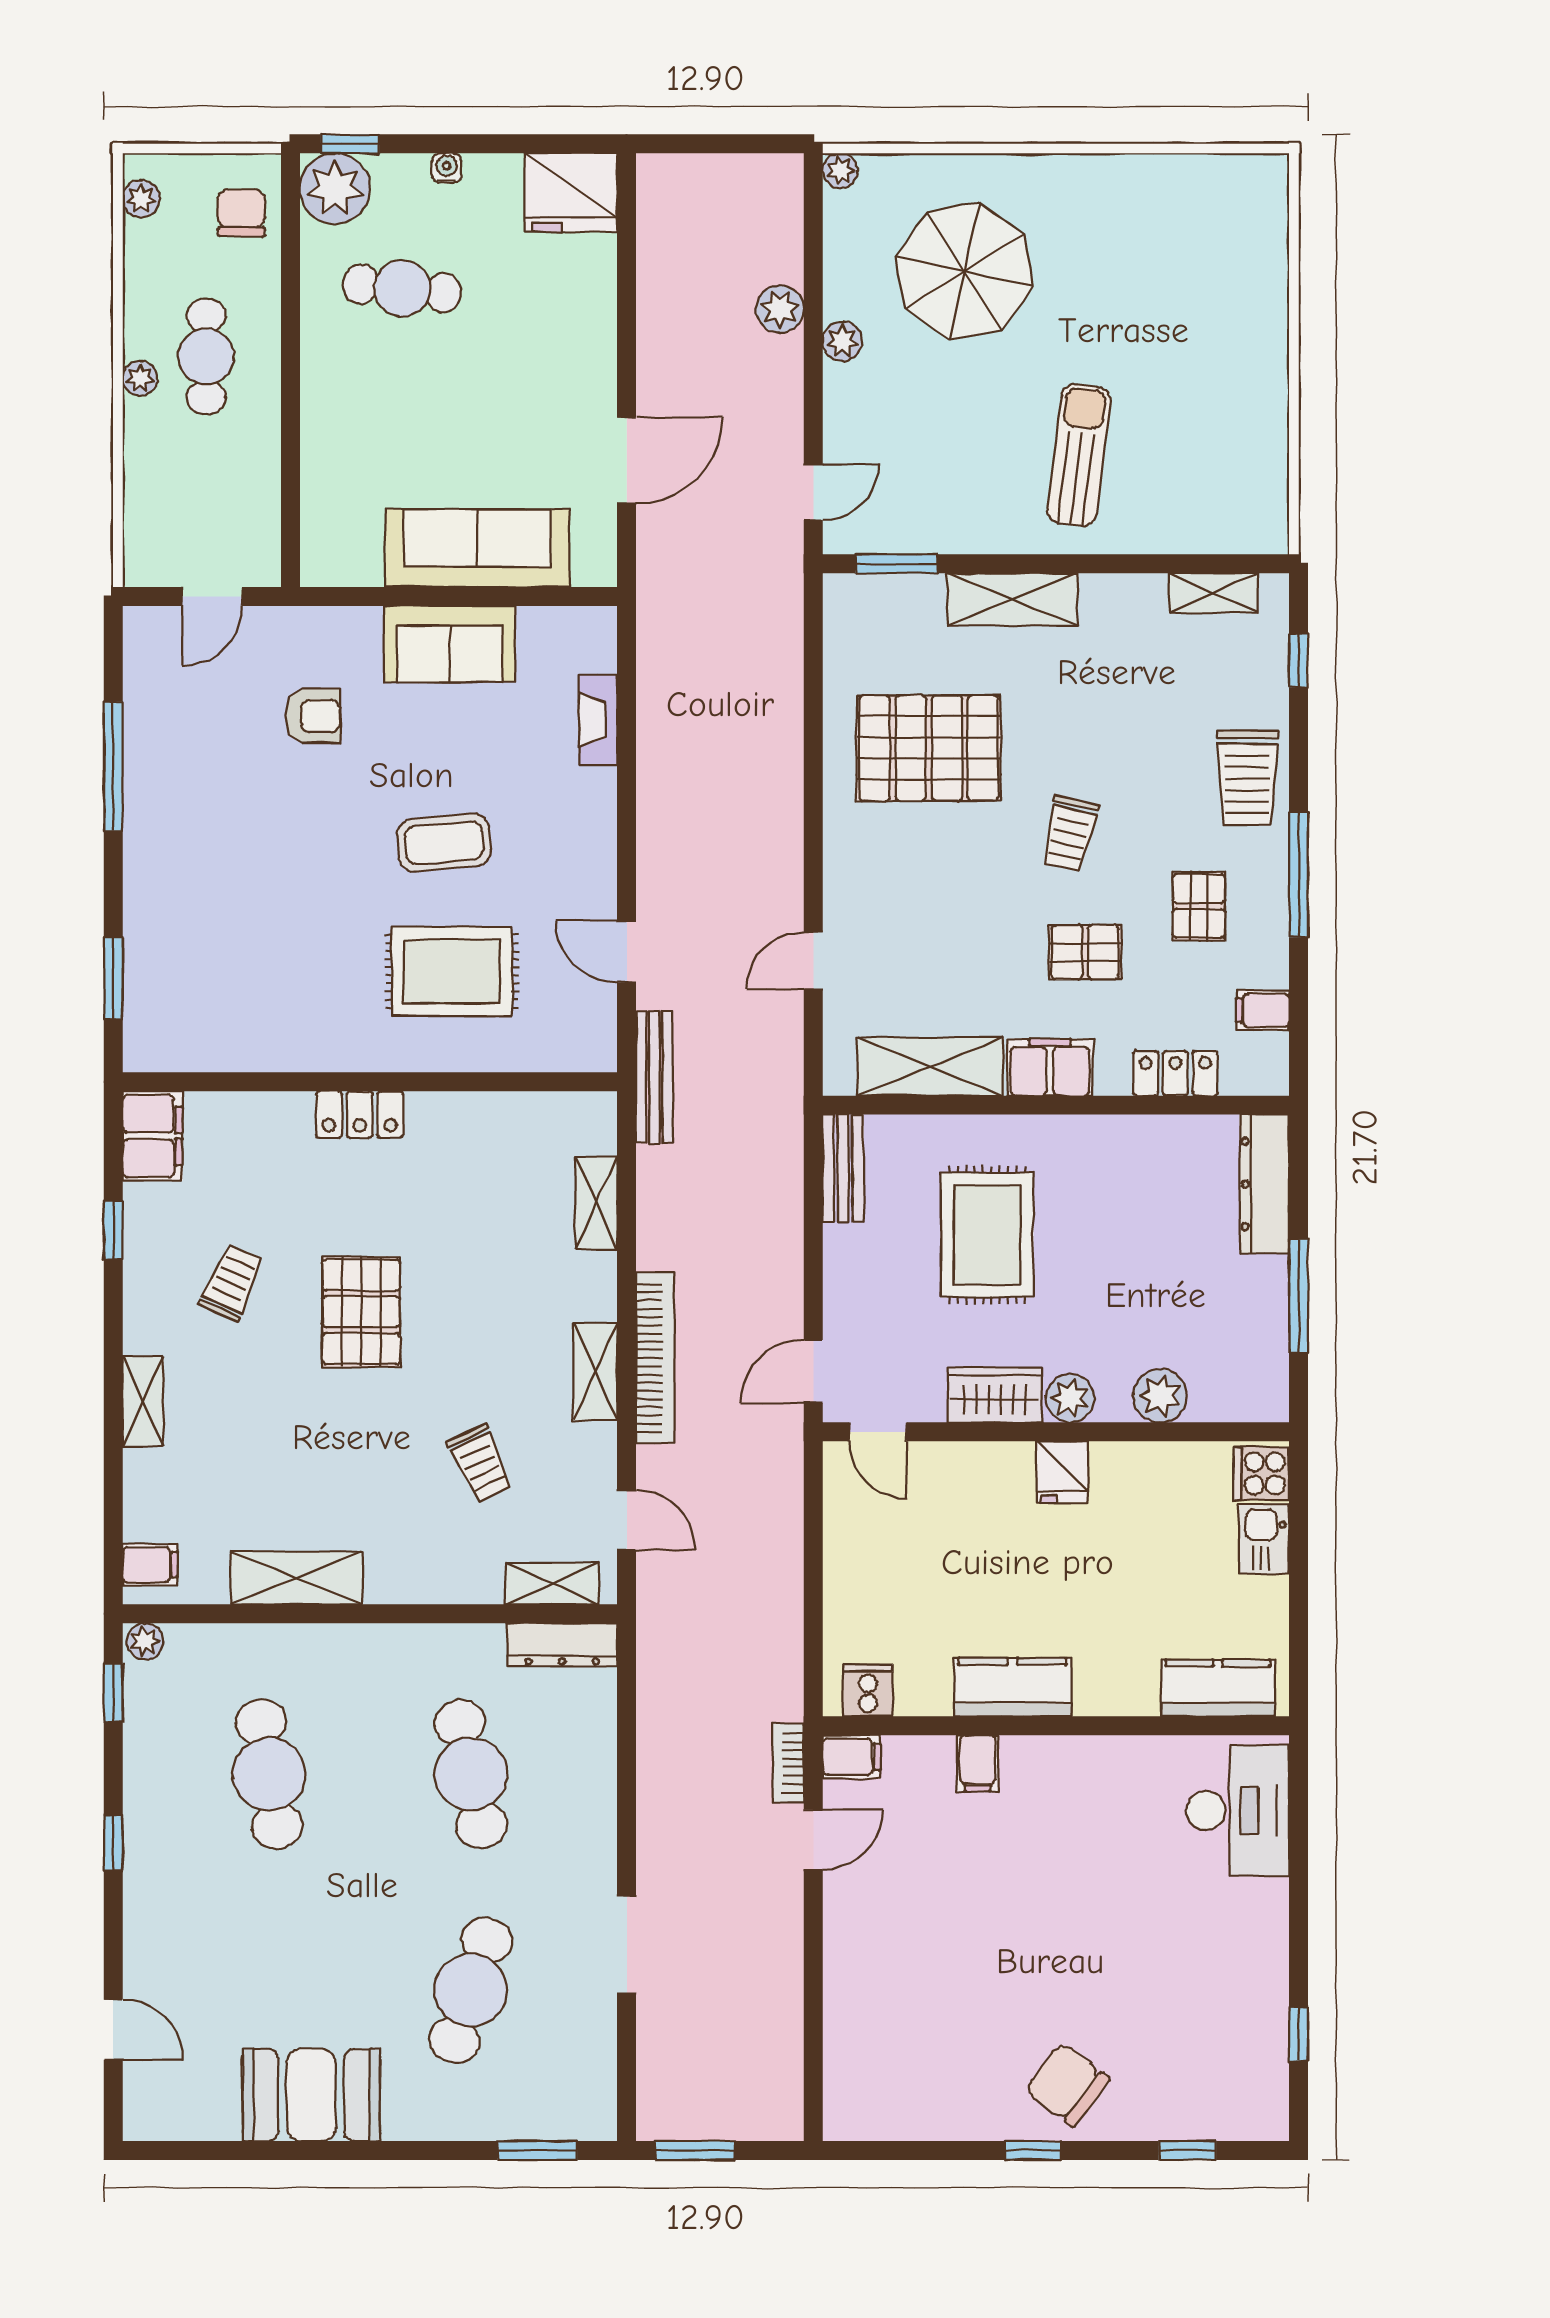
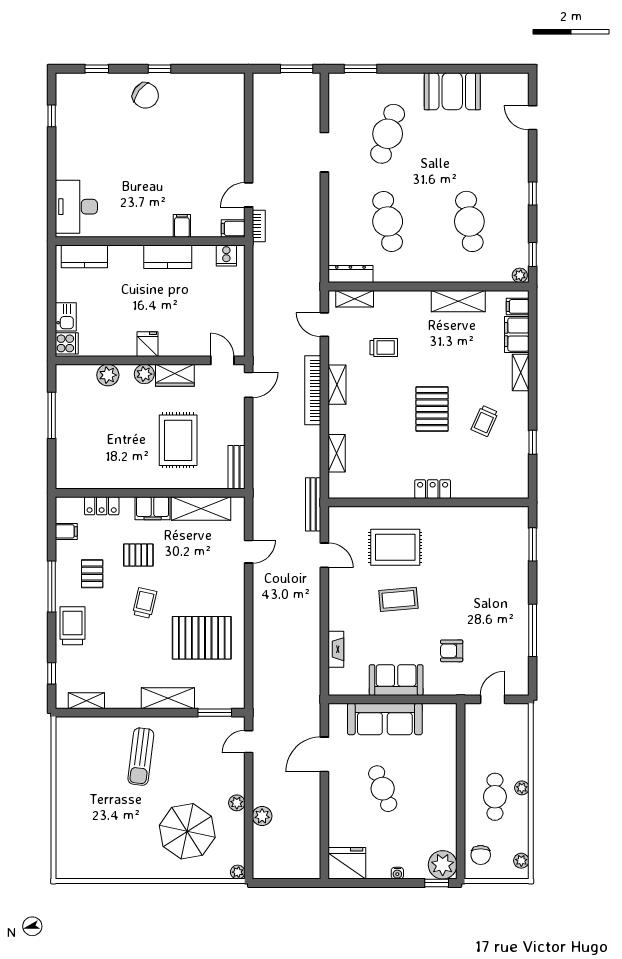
cafe table: (402, 288) -> (383, 789), moved, turned 63
filing cabinet: (152, 1136) -> (517, 335), moved
dresser: (1264, 1184) -> (66, 461), removed
trolley: (480, 1463) -> (384, 348), turned 115

